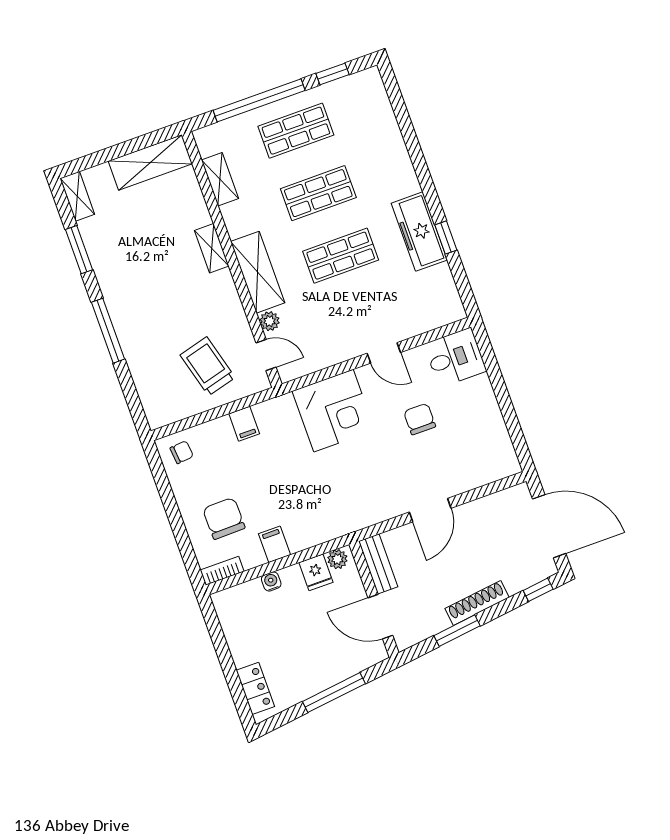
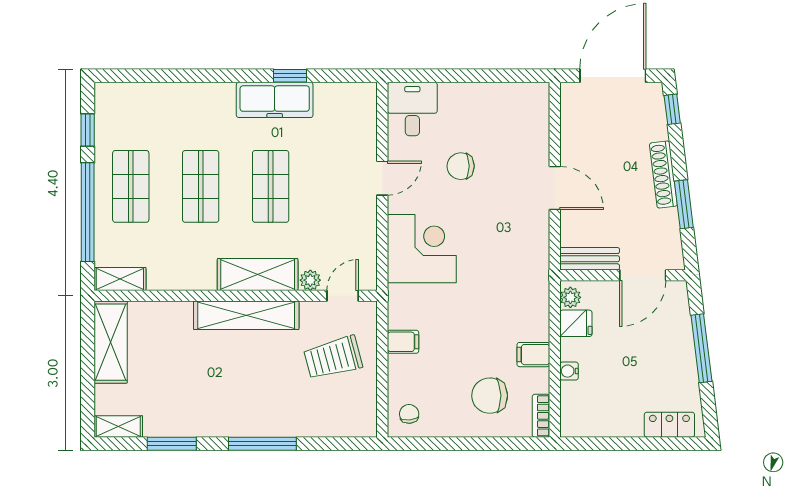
shelving: (220, 179) -> (120, 279), moved
shelving: (212, 248) -> (246, 315), width x2.20, depth x1.33

